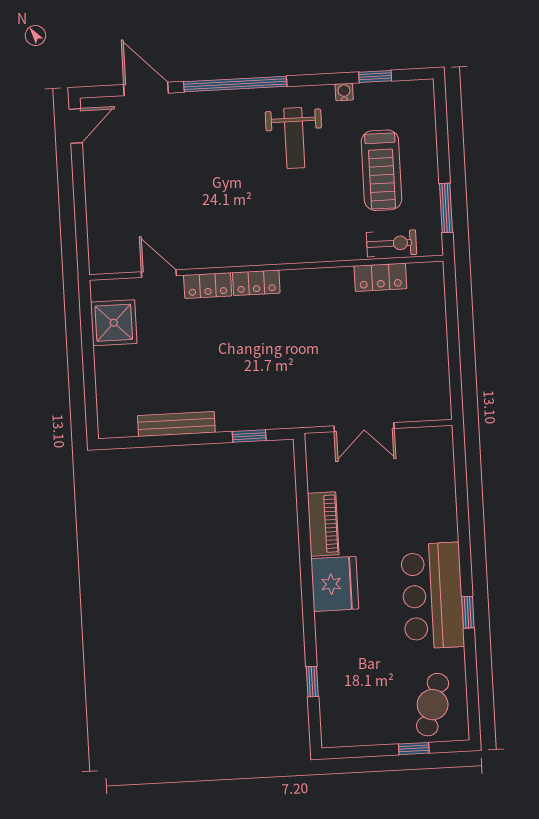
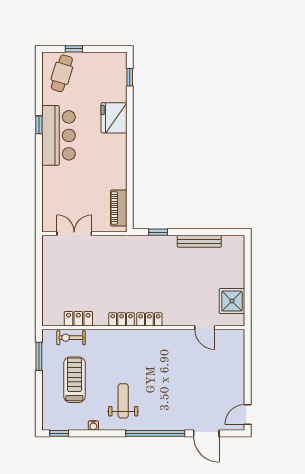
window: (375, 76) -> (59, 433), moved
locker: (208, 286) -> (122, 319), moved
double door: (364, 427) -> (74, 234), moved
piano: (323, 524) -> (119, 208), moved
fridge: (335, 584) -> (114, 118), moved
window: (312, 682) -> (130, 77), moved

